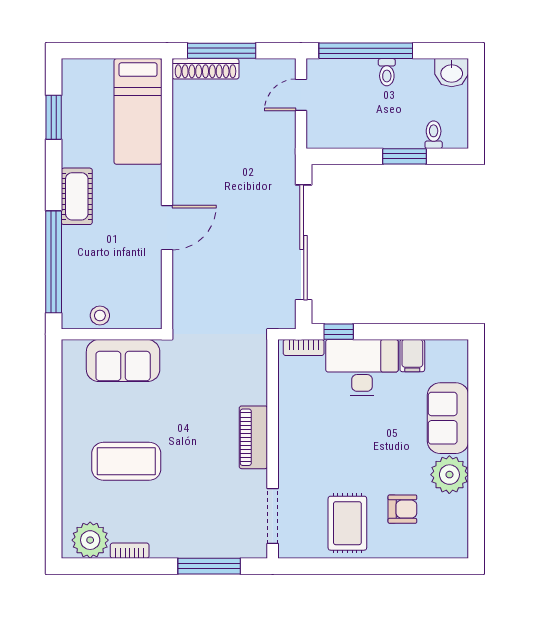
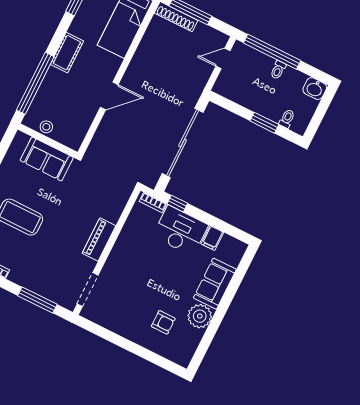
rug: (347, 523) -> (128, 315), removed

